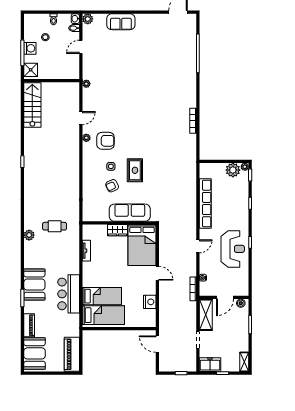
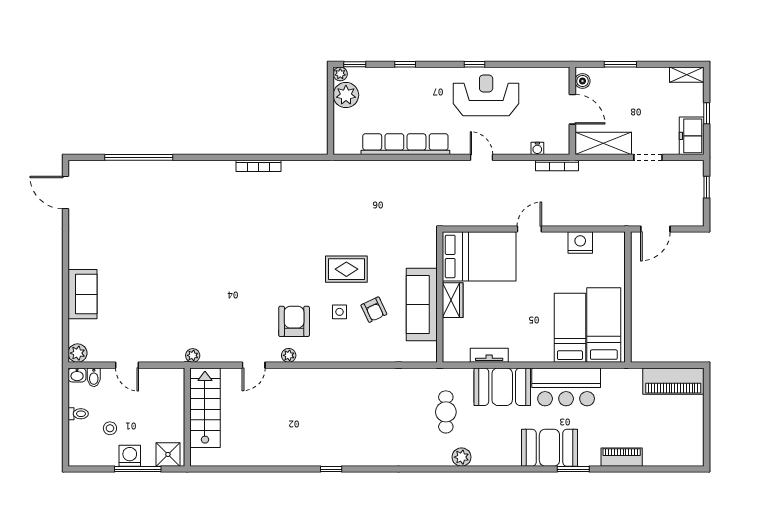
stairs: (32, 105) -> (205, 408), moved, turned 90
door: (81, 118) -> (254, 365), swing flipped
sofa: (130, 213) -> (422, 305), moved
booth: (35, 353) -> (502, 387), moved

